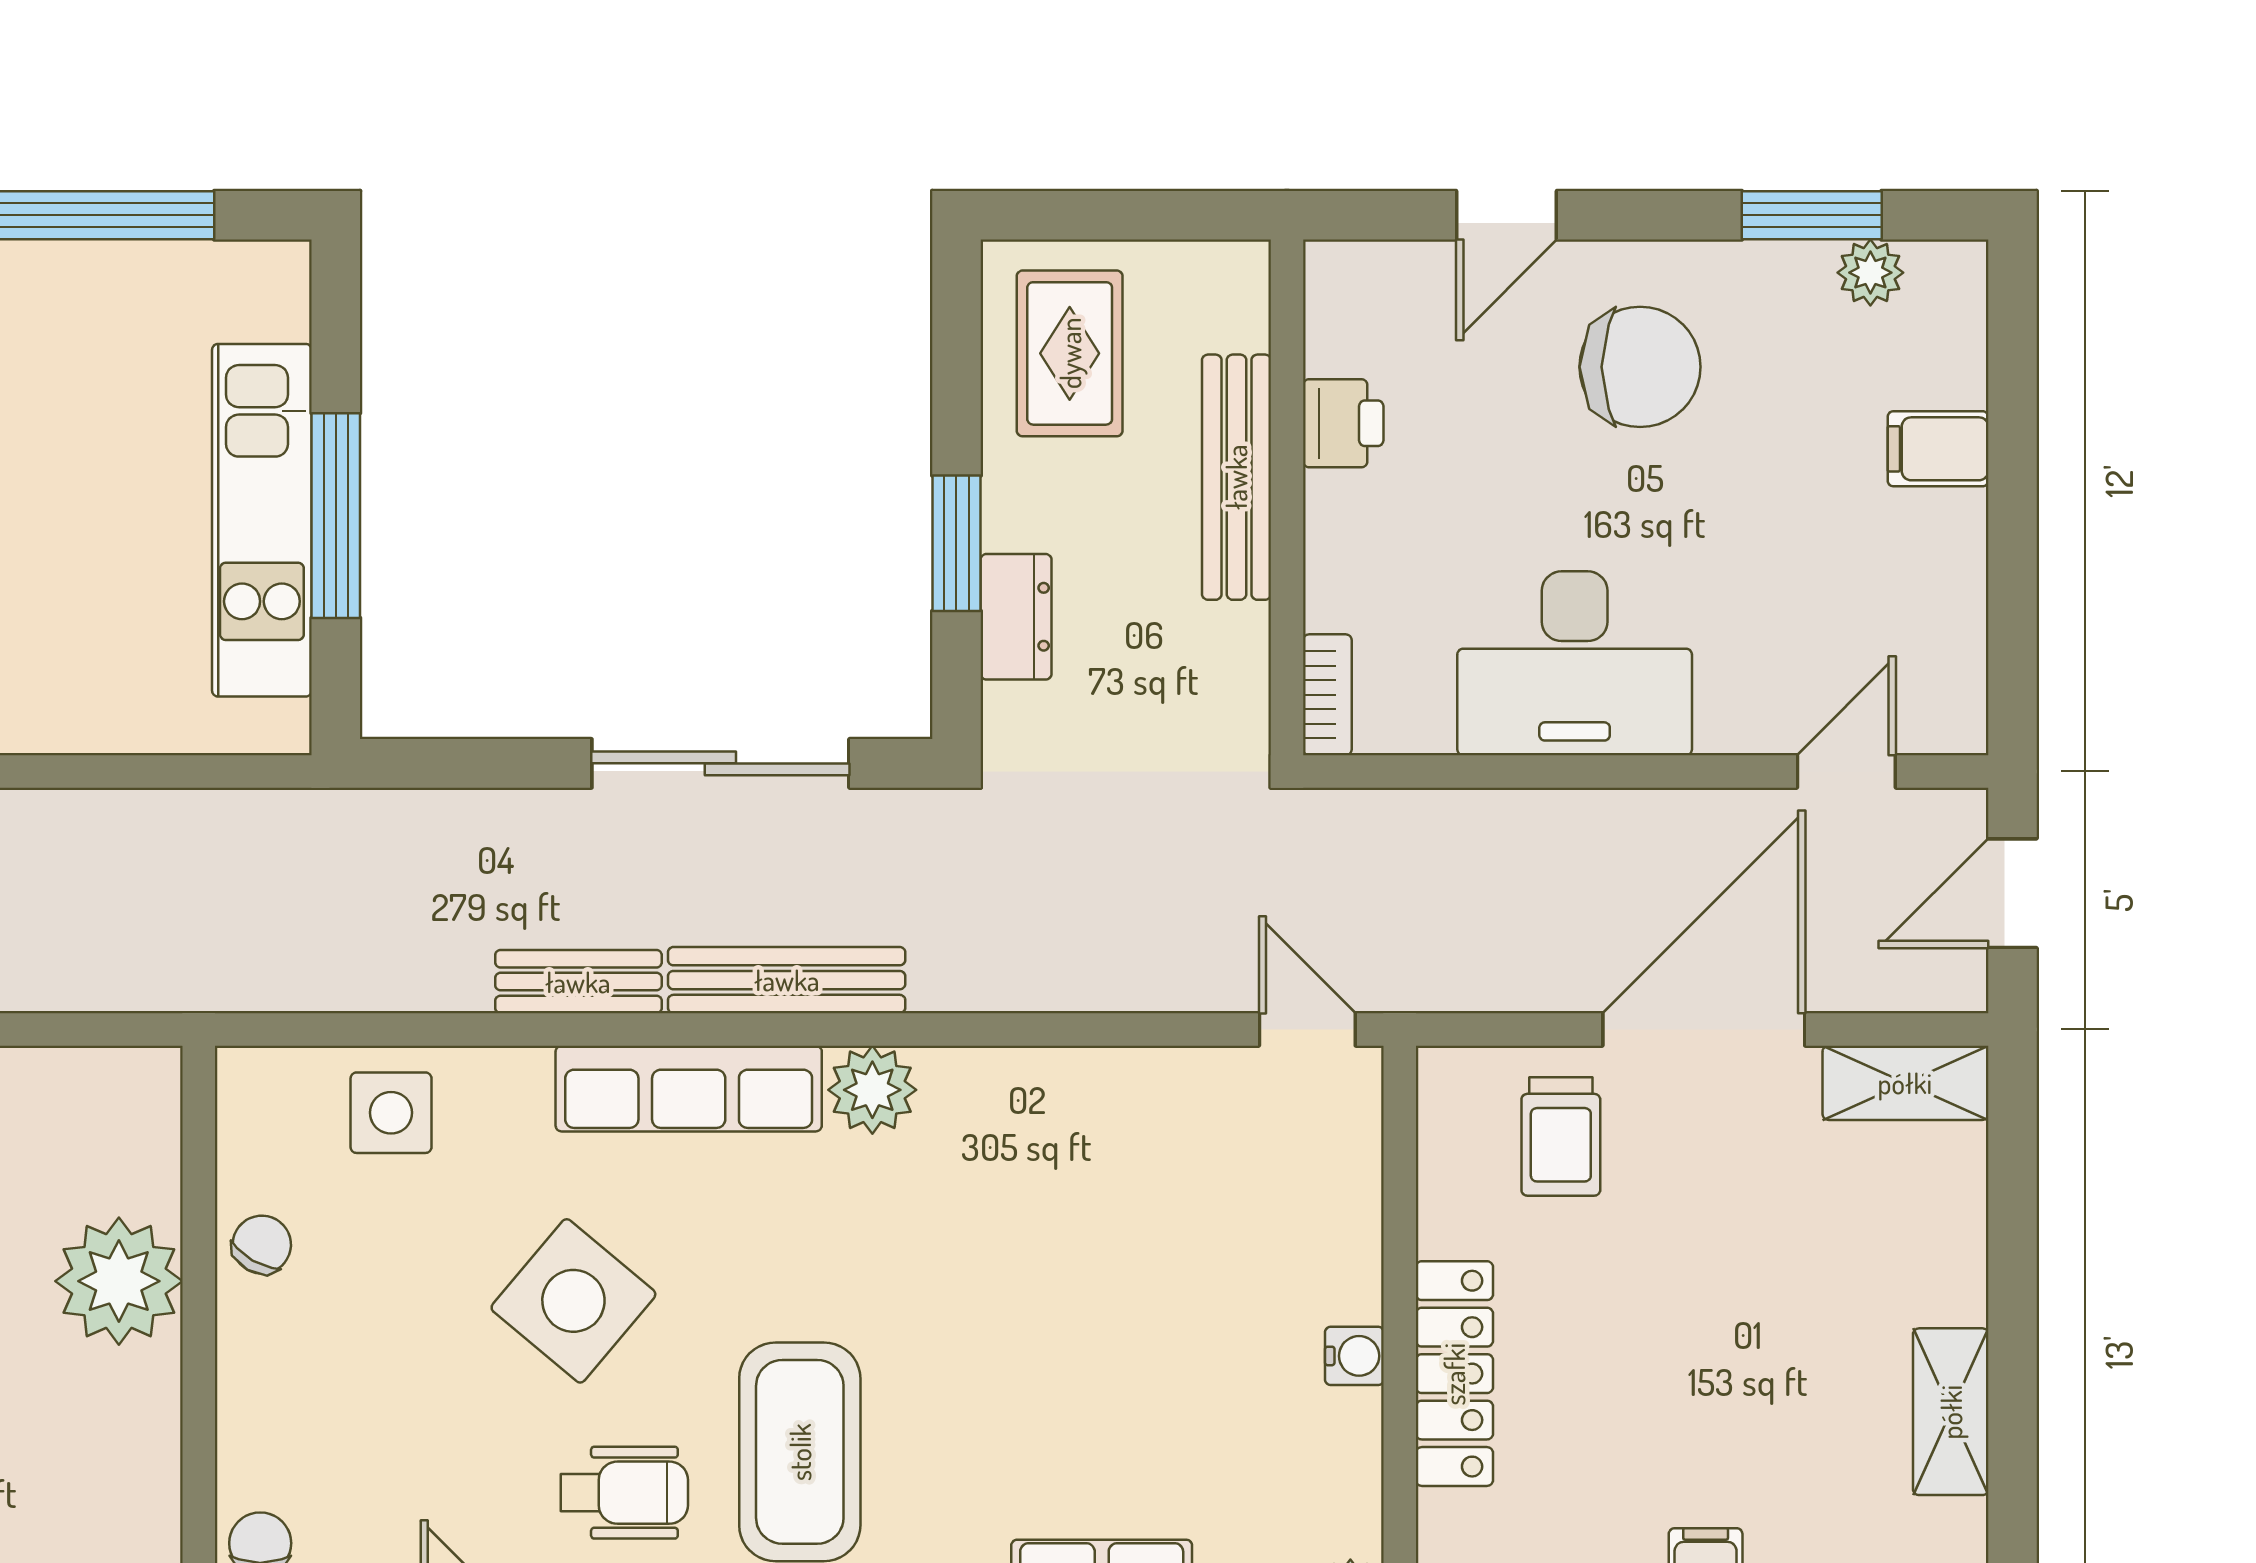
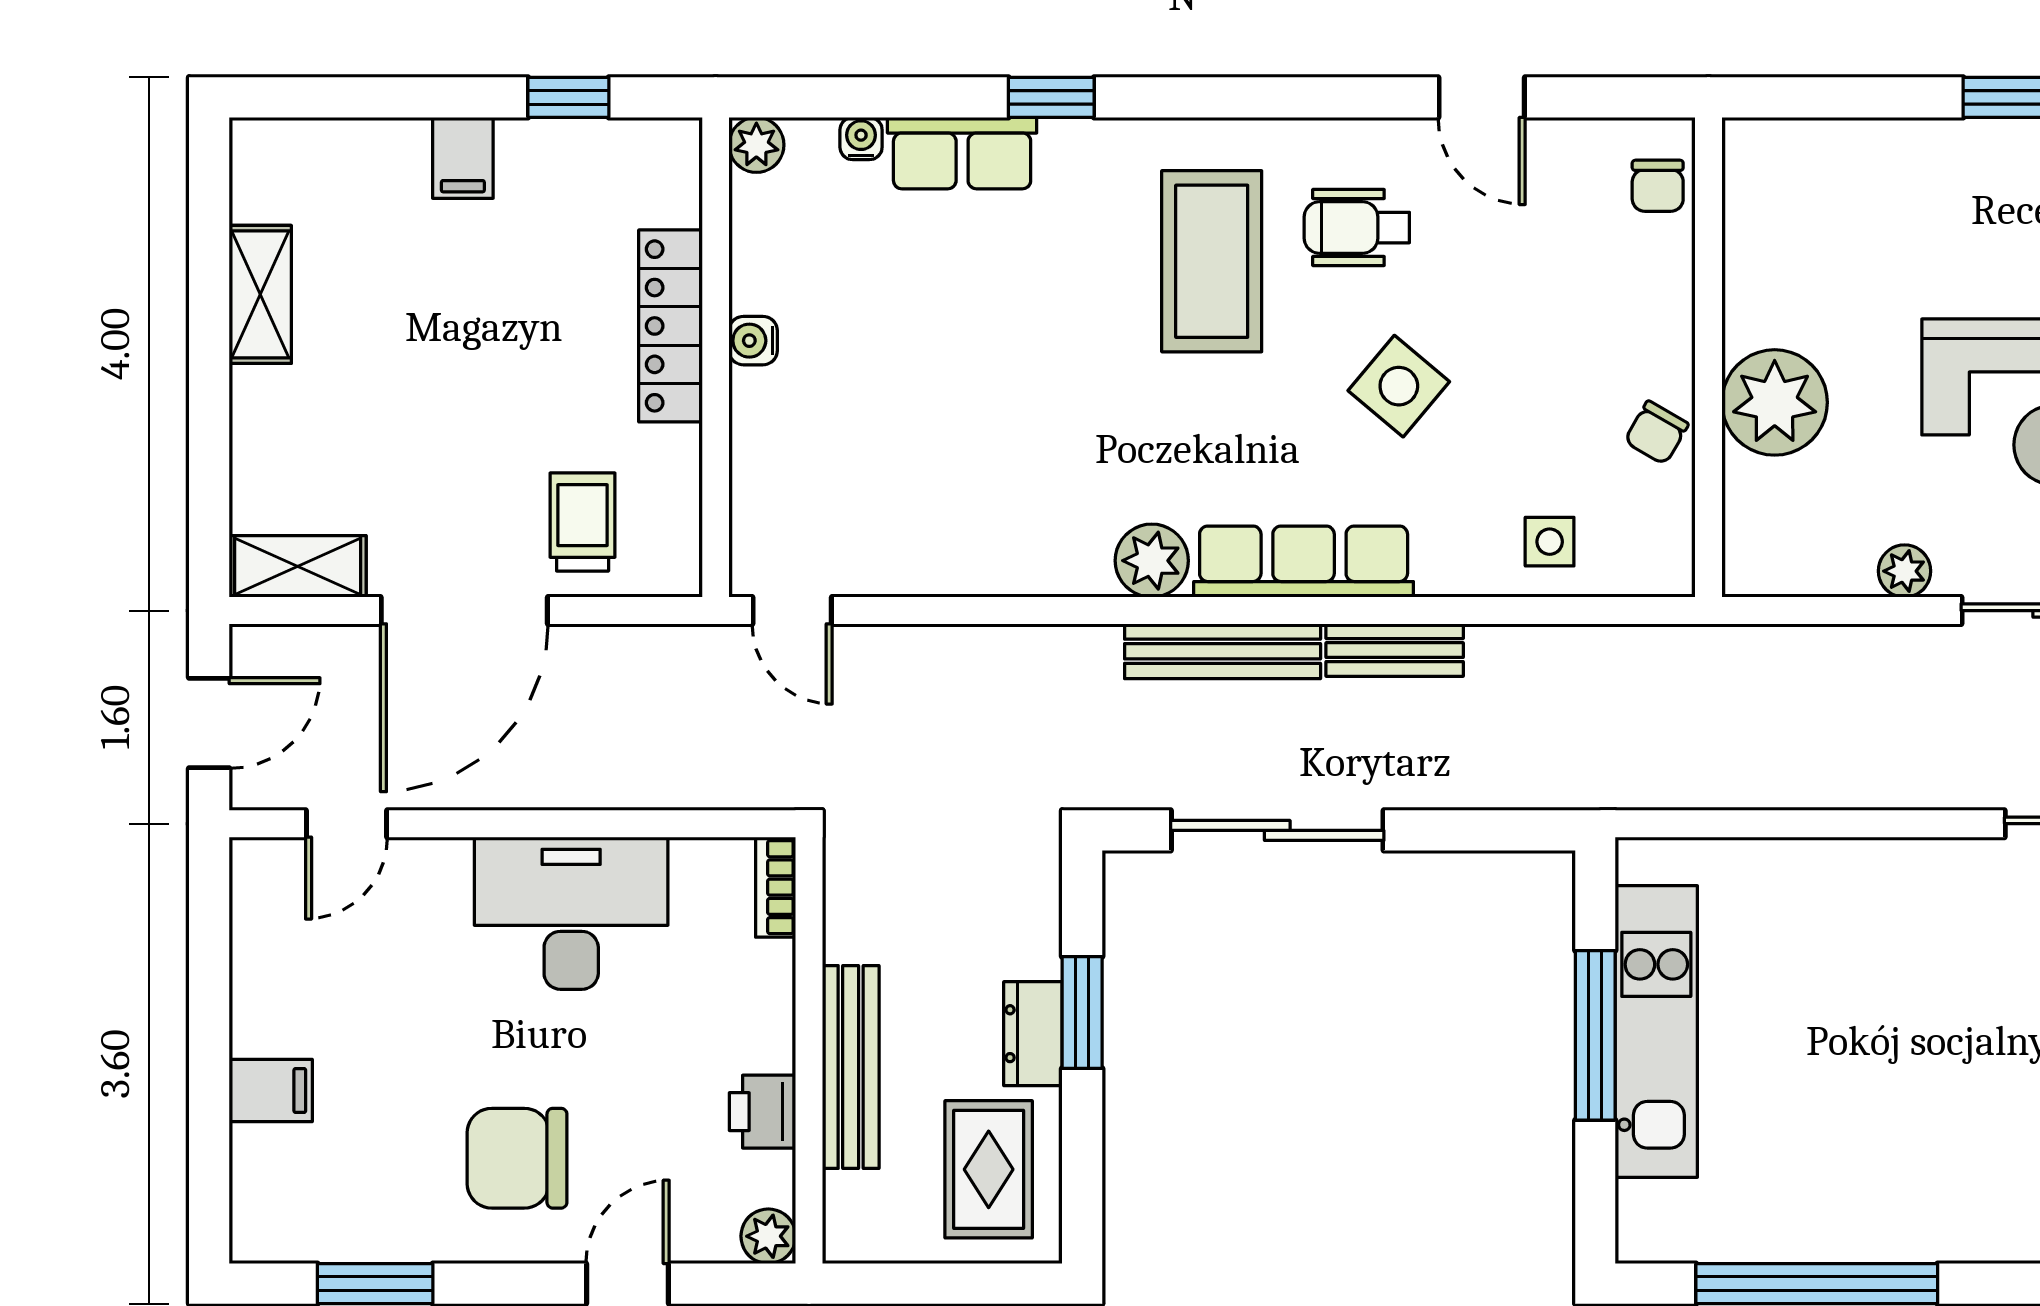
plant: (1870, 273) -> (768, 1236), moved
dresser: (1016, 617) -> (1033, 1034), moved
side table: (391, 1113) -> (1550, 542), width x0.73, depth x0.73
side table: (573, 1301) -> (1399, 386), width x0.73, depth x0.73

